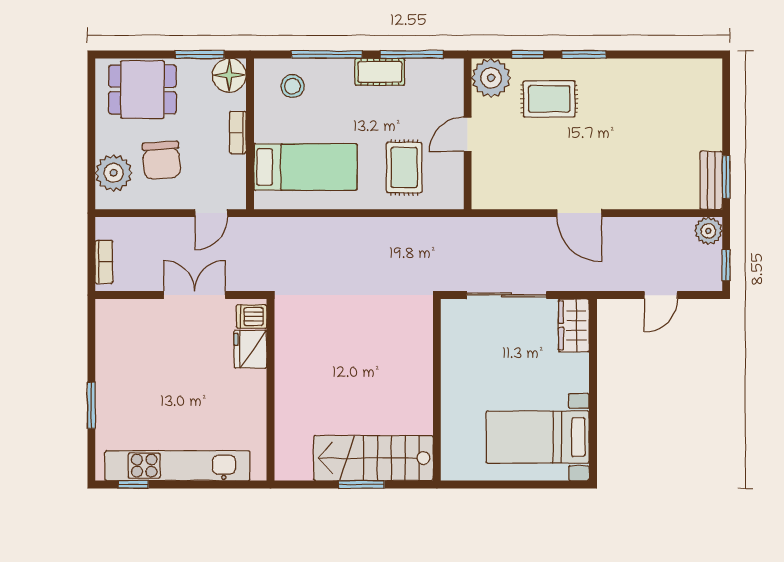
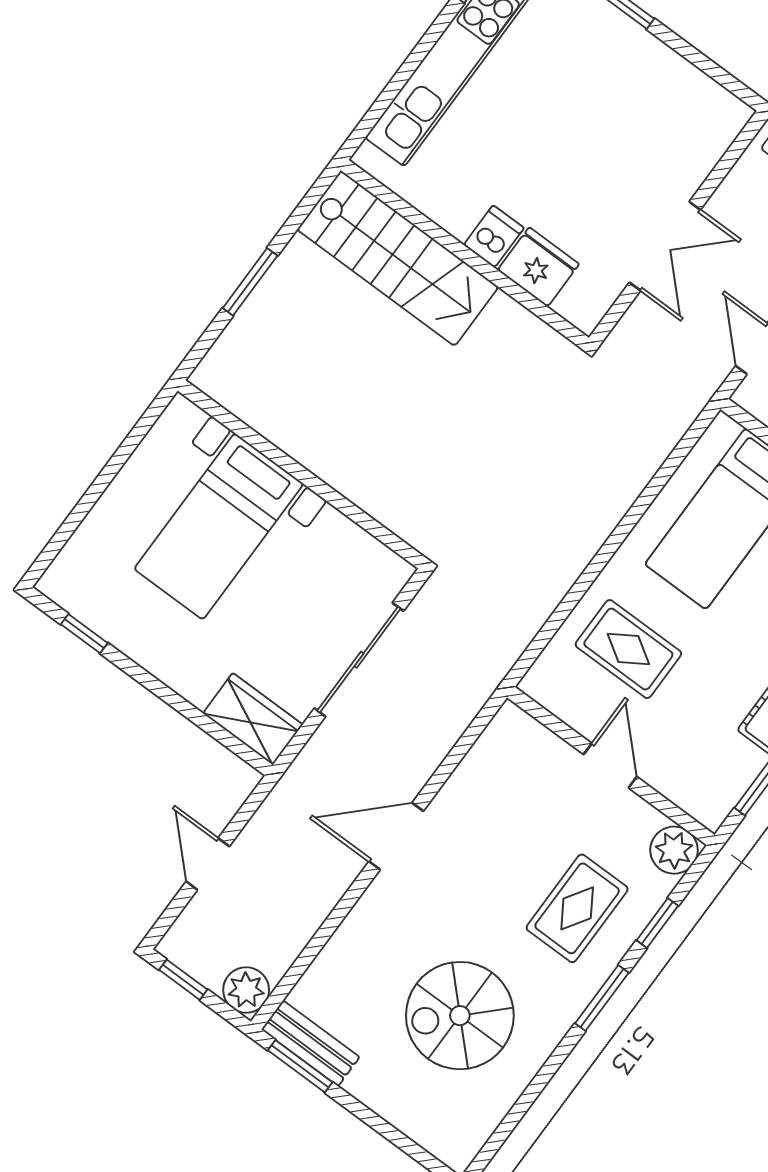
plant: (491, 78) -> (674, 850), width x0.73, depth x0.73
spiral stairs: (644, 117) -> (460, 1016), added
dishwasher: (252, 316) -> (494, 236), moved
bed with nightstands: (538, 437) -> (219, 526), moved, turned 180
window: (593, 438) -> (84, 634), added
stairs: (373, 458) -> (398, 258), moved, turned 90

